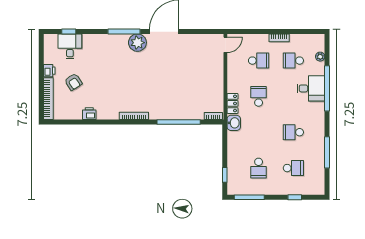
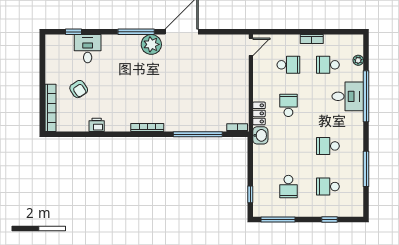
desk: (70, 46) -> (88, 49), moved
printer: (49, 71) -> (51, 76), removed
school desk: (293, 168) -> (328, 187), turned 180

